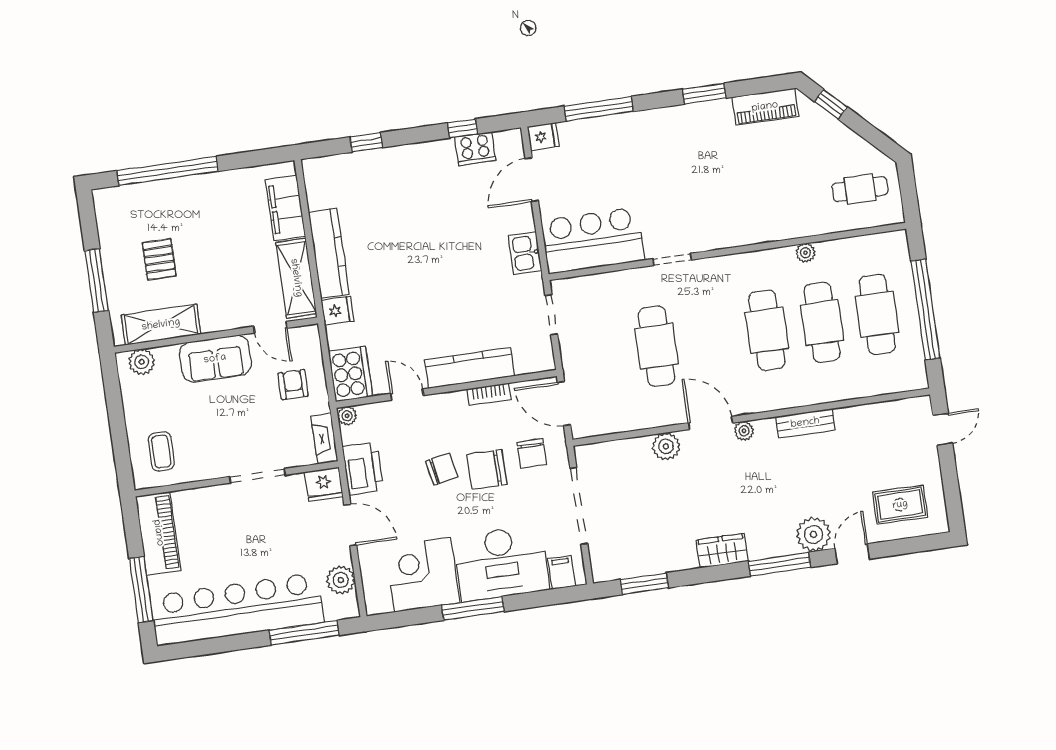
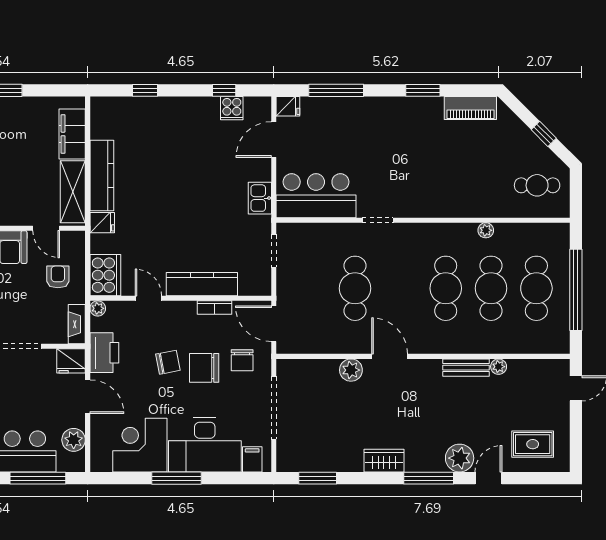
window: (831, 104) -> (544, 134), moved
cooker: (475, 149) -> (232, 108), width x0.73
plant: (744, 431) -> (499, 367), moved

